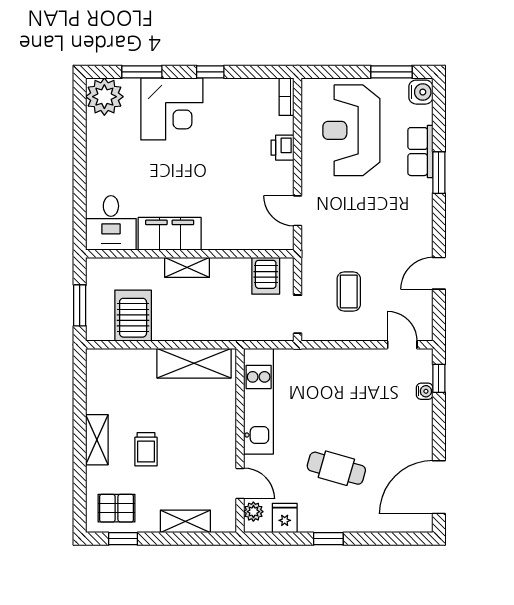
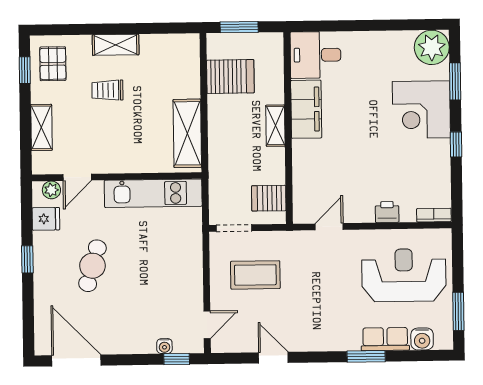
water cooler: (421, 92) -> (422, 339), moved
coffee table: (349, 292) -> (255, 275), width x1.36, depth x1.30

